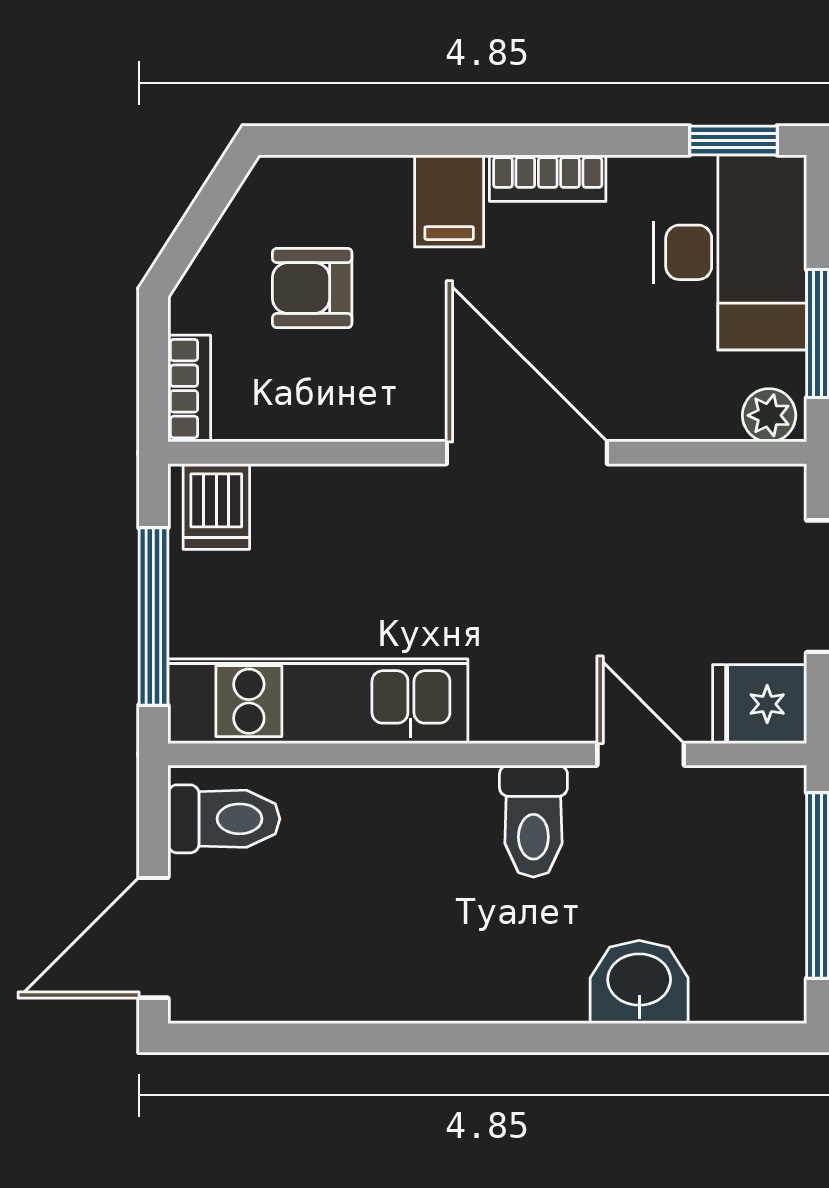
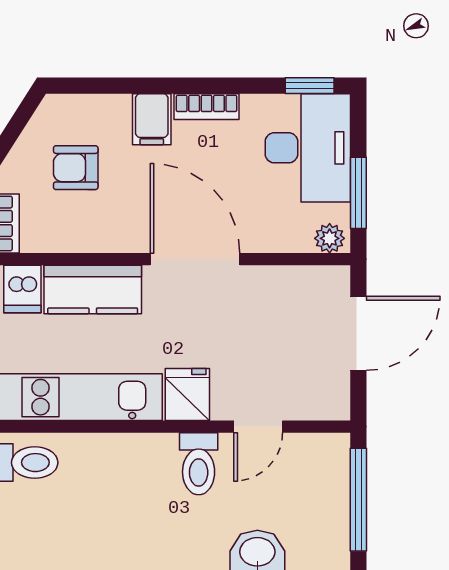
kitchen counter: (343, 507) -> (93, 289), added
fridge: (760, 704) -> (187, 395), moved, turned 90
door: (641, 754) -> (258, 427), swing flipped

